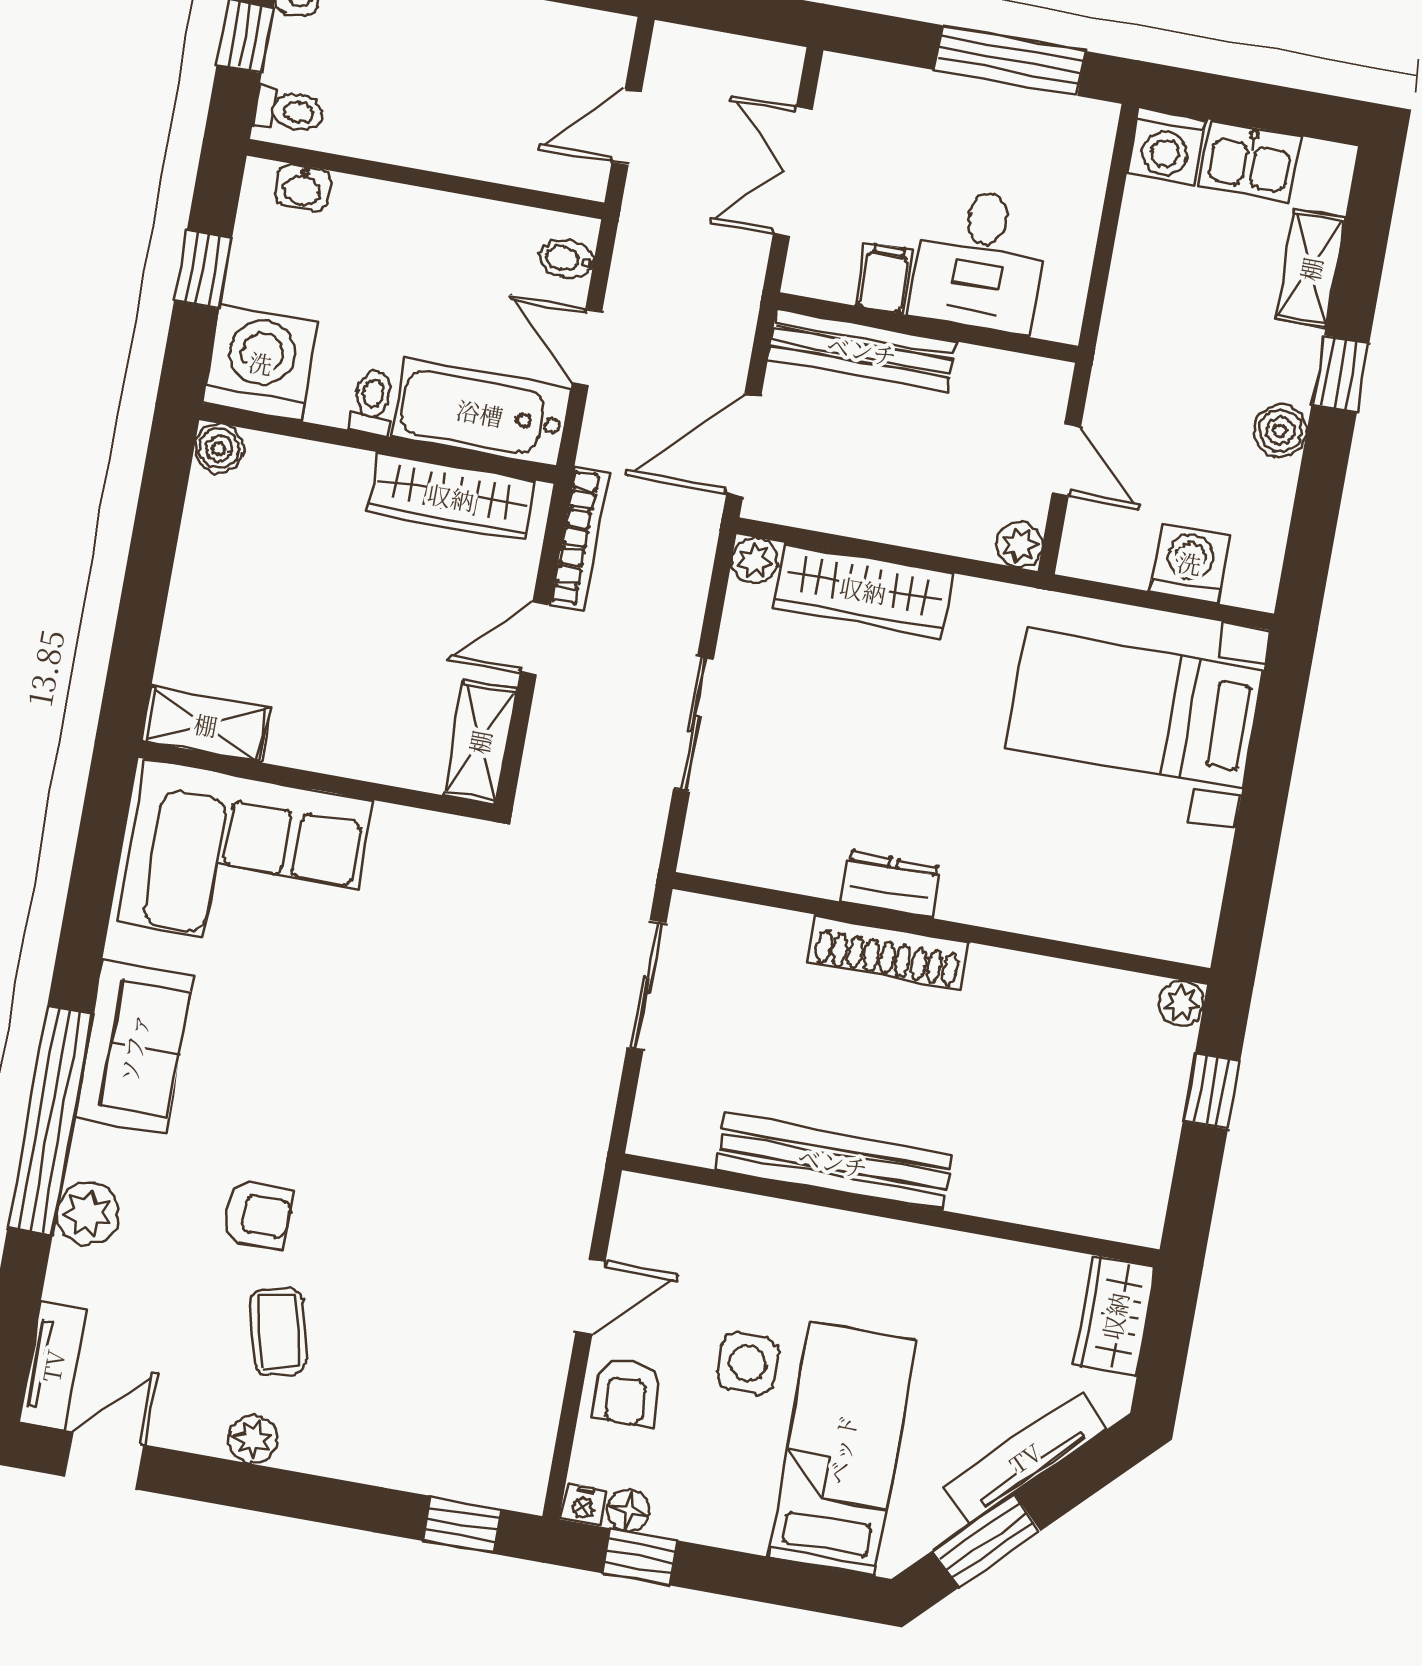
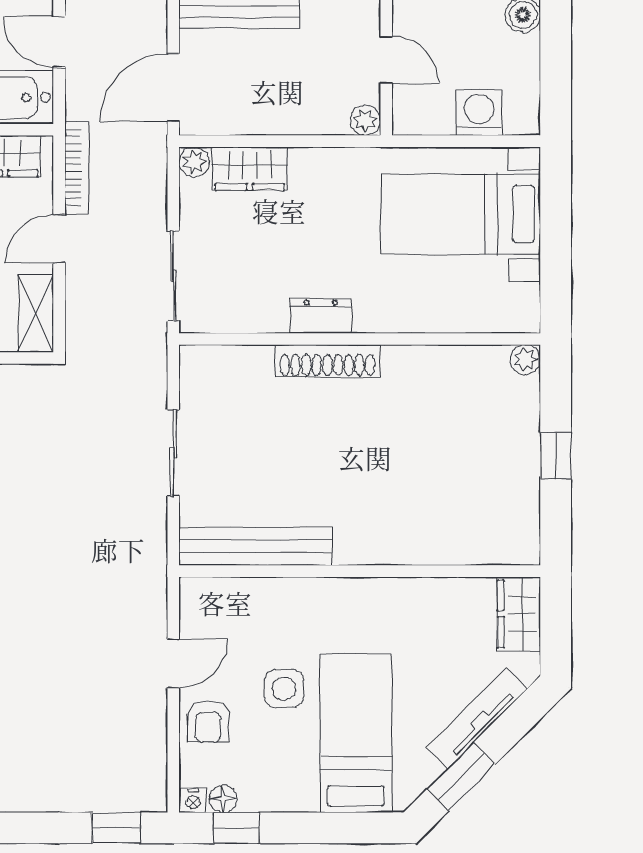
wardrobe: (863, 590) -> (250, 169), width x0.67
dresser: (890, 884) -> (321, 316), moved
wall: (941, 928) -> (360, 339), moved
shoe rack: (888, 952) -> (328, 361), moved
plant: (1181, 1003) -> (525, 360), moved
bench: (833, 1162) -> (255, 546), moved

